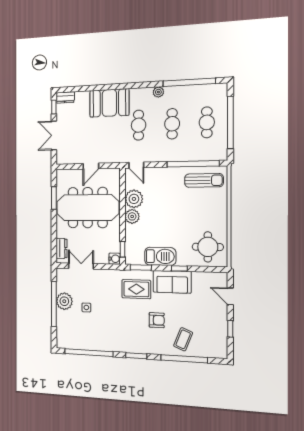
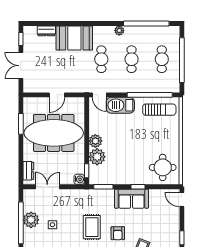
dresser: (65, 98) -> (46, 31), moved
plant: (134, 199) -> (97, 157), moved
barbecue: (160, 256) -> (120, 105), moved, turned 180
rug: (136, 289) -> (92, 227), moved, turned 90
door: (230, 296) -> (182, 200), moved
armchair: (157, 320) -> (118, 233), turned 90

